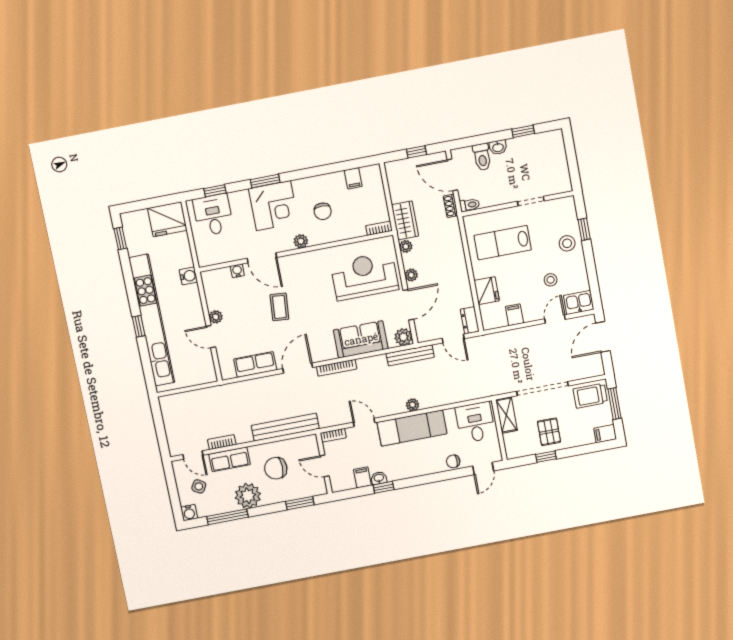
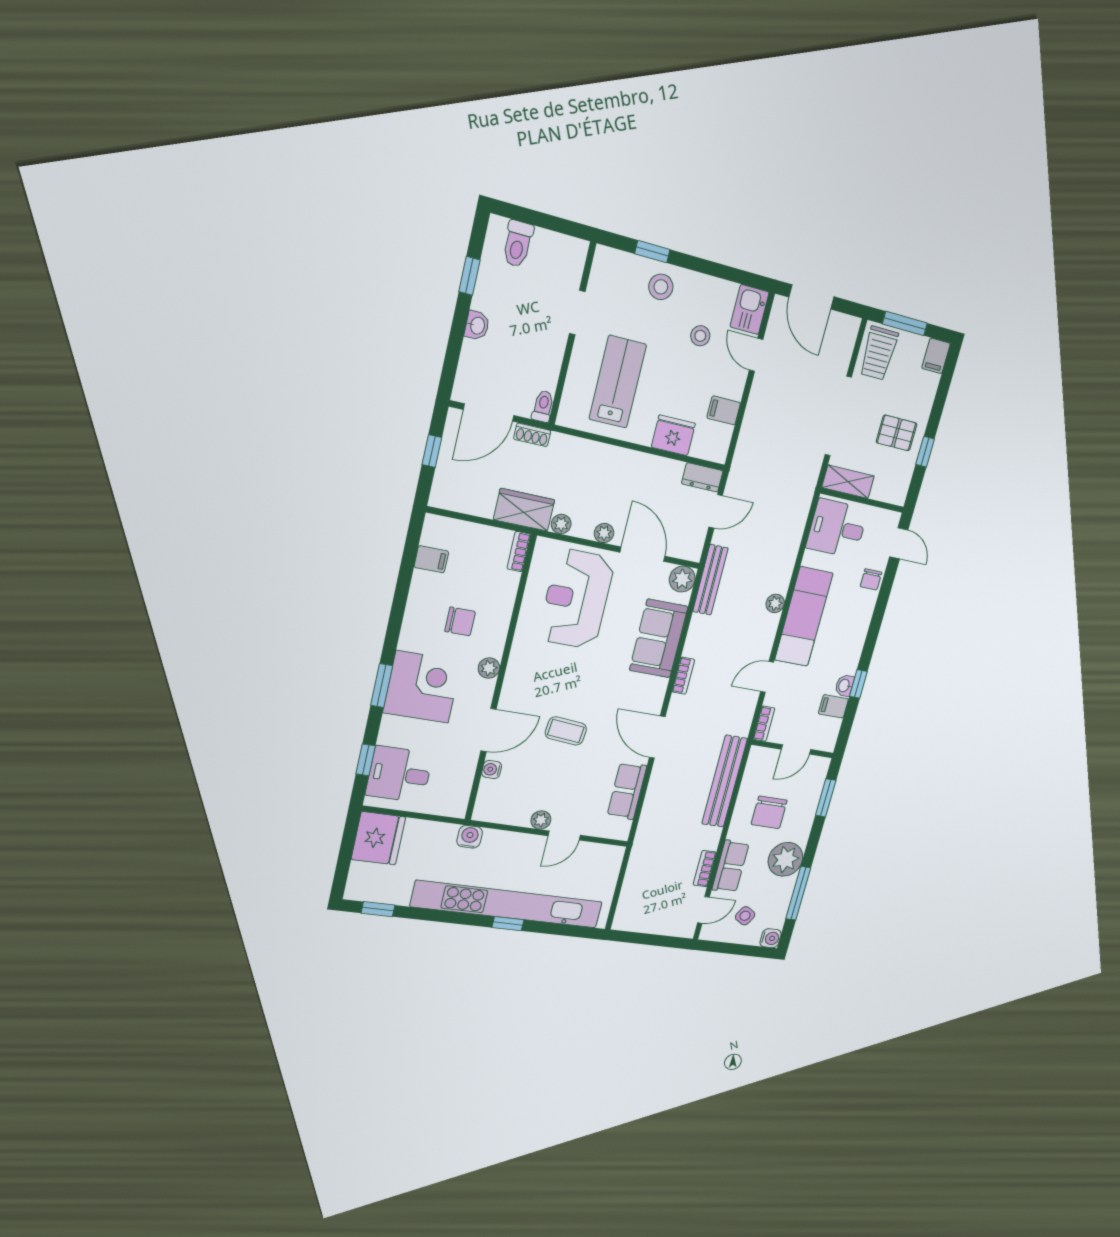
toilet: (482, 157) -> (518, 244), moved, turned 90
lab bench: (503, 243) -> (618, 382), turned 180
bookcase: (337, 368) -> (683, 676), width x0.64

